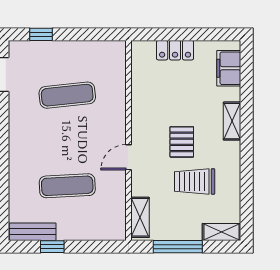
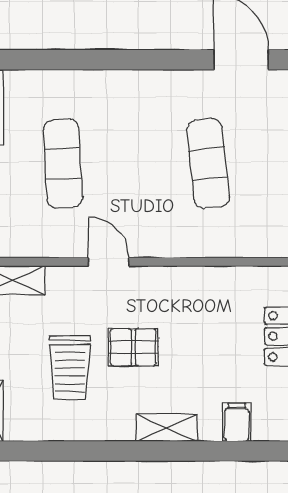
filing cabinet: (229, 68) -> (237, 422), width x0.50
trolley: (195, 181) -> (70, 368), turned 180

